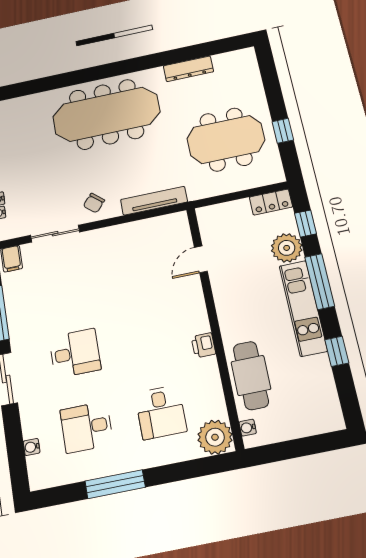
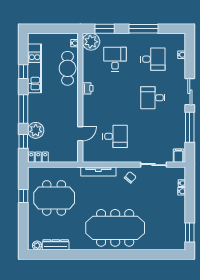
plant: (239, 57) -> (37, 245), added
dresser: (188, 69) -> (56, 245), moved
desk: (135, 268) -> (115, 136), added
kitchen unit: (303, 308) -> (35, 68), moved
window: (193, 469) -> (105, 29), added

